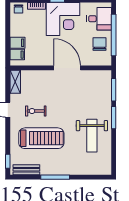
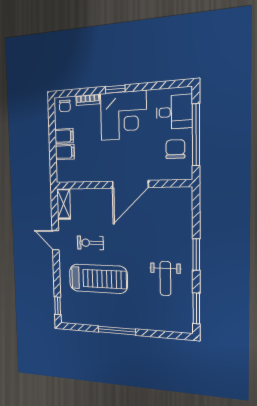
filing cabinet: (17, 55) -> (64, 136), moved
door: (67, 68) -> (130, 184), swing flipped
window: (114, 90) -> (196, 308), moved
weight bench: (92, 136) -> (165, 278), width x0.73, depth x0.75
bench: (26, 170) -> (81, 318), removed

